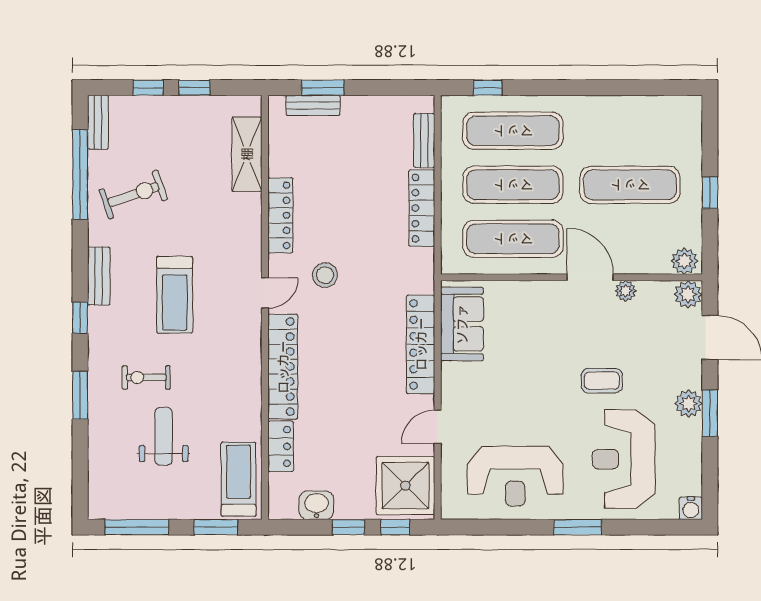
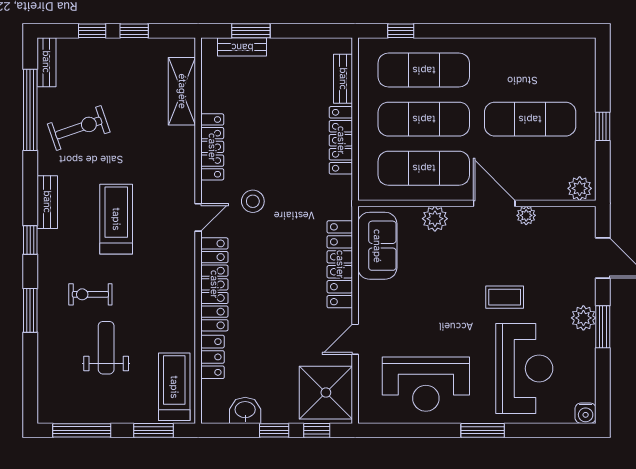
plant: (688, 294) -> (435, 219), moved
treadmill: (175, 295) -> (116, 219), turned 180
reception desk: (624, 459) -> (524, 368), turned 180

